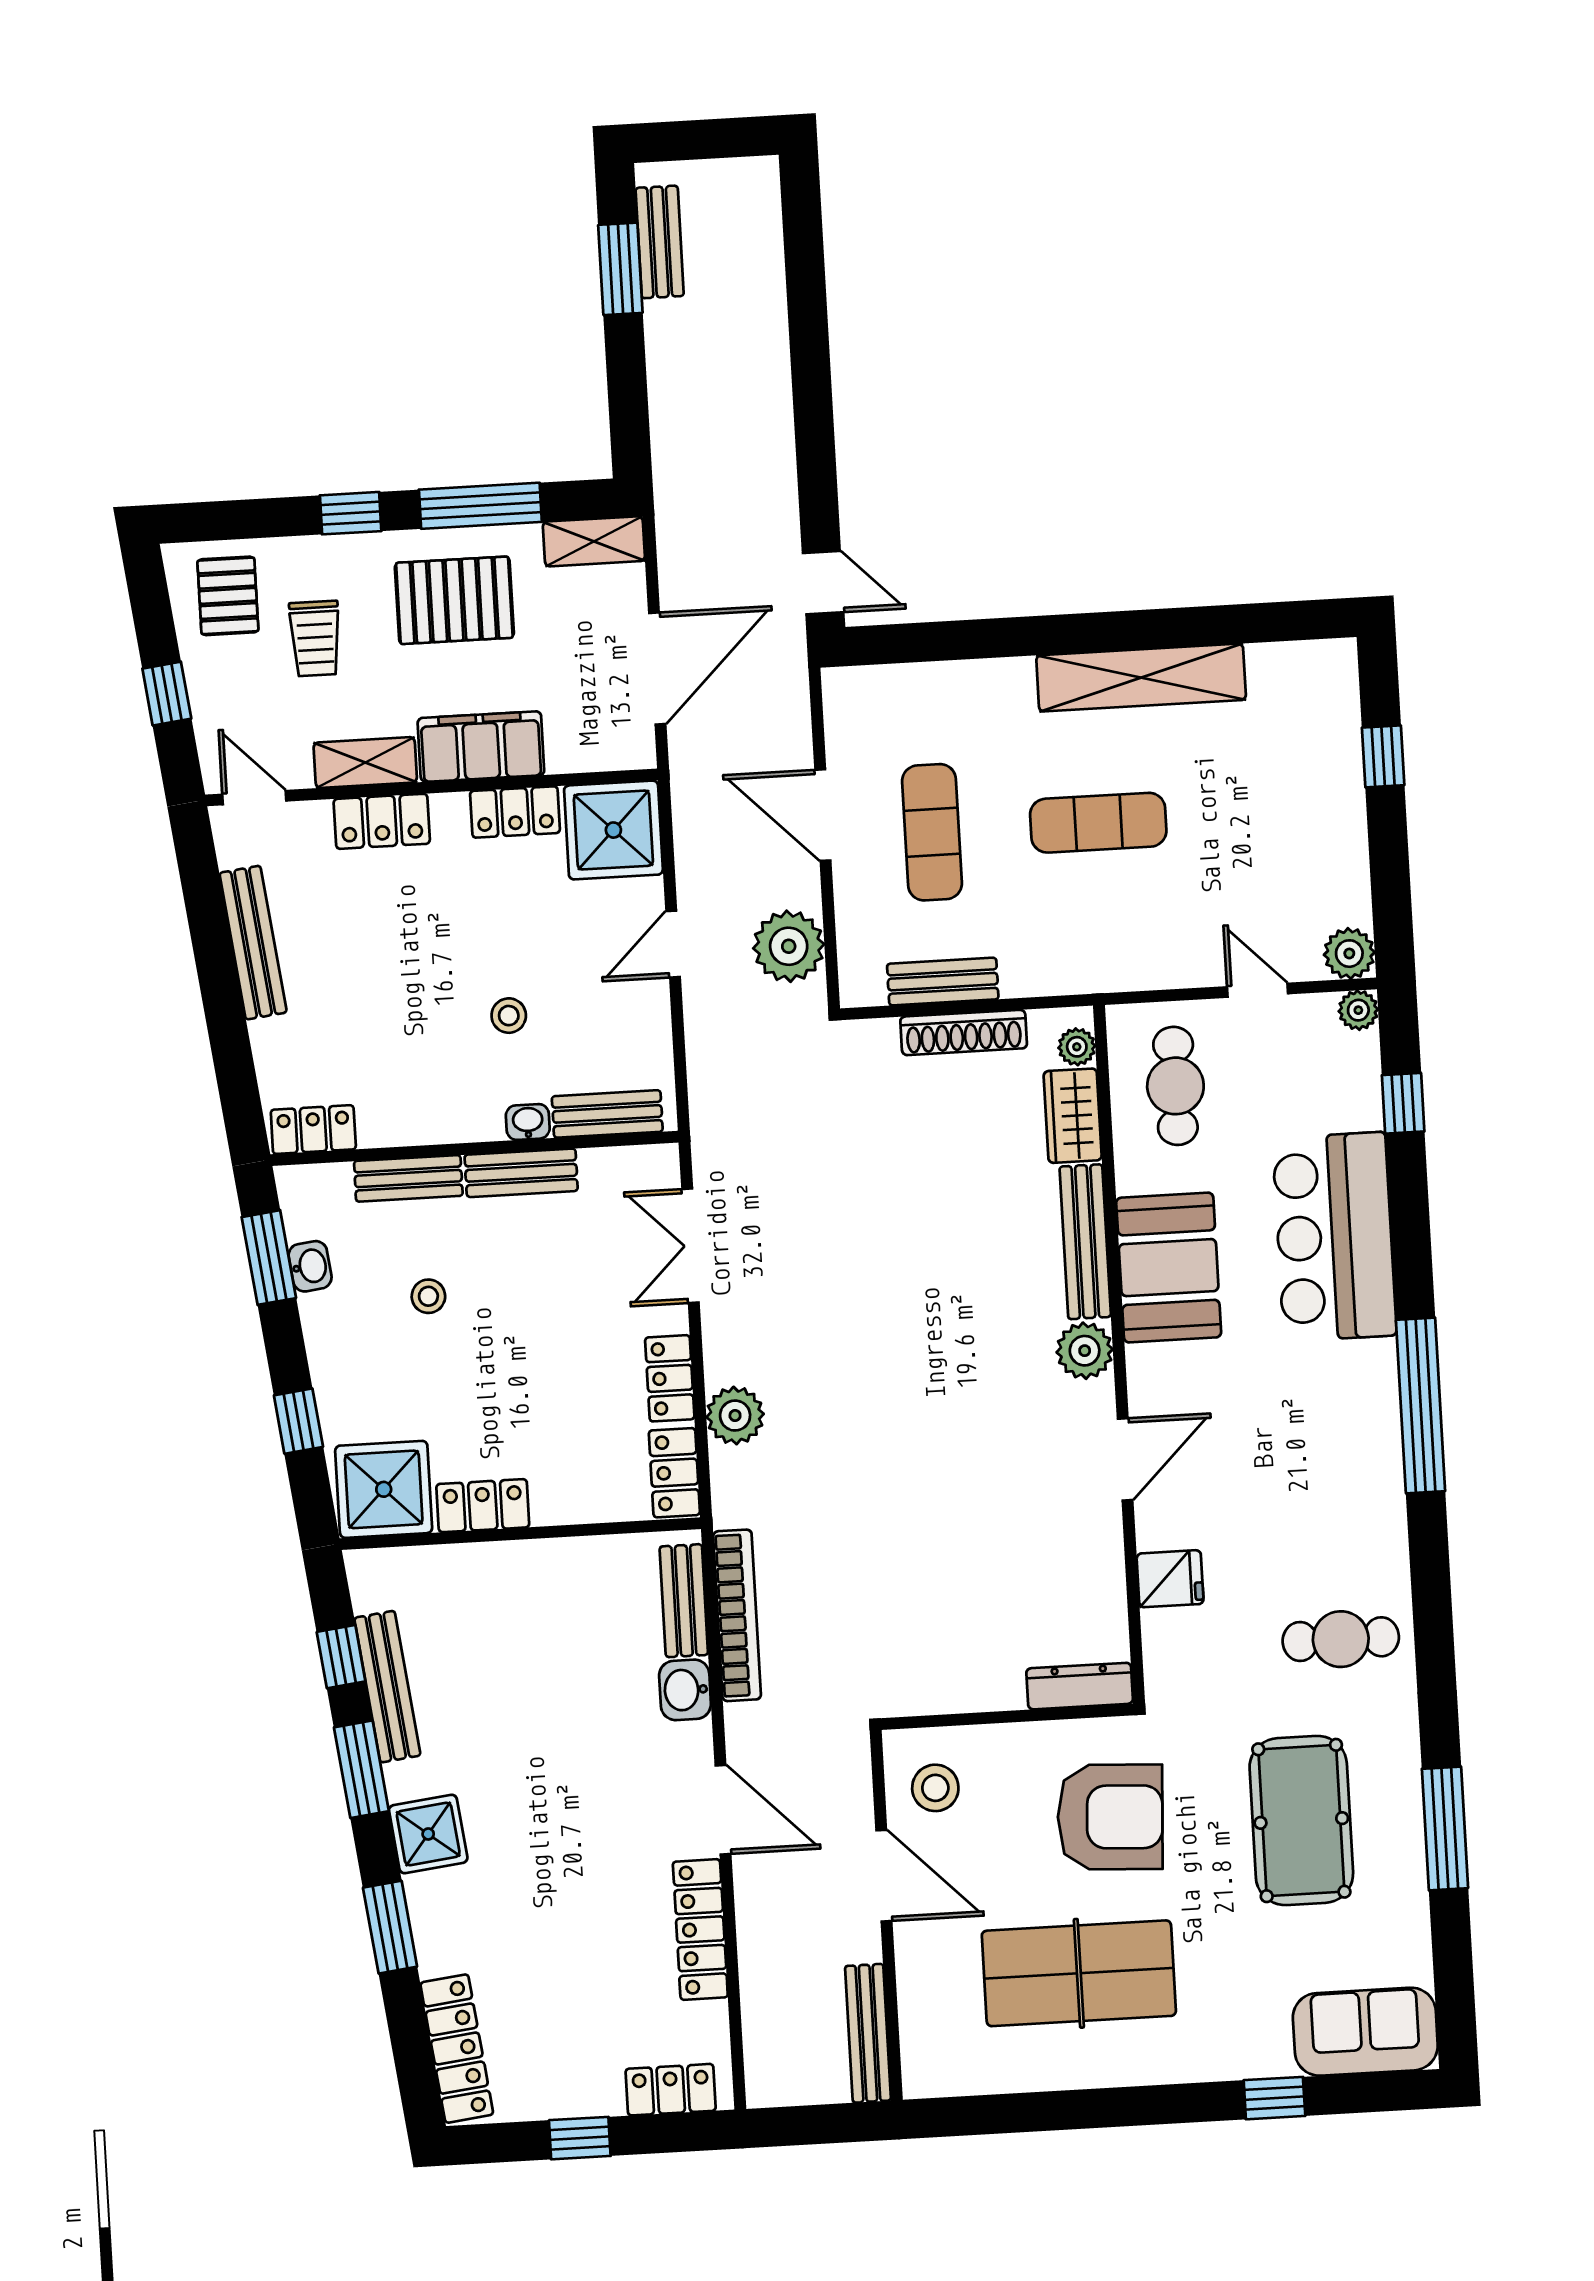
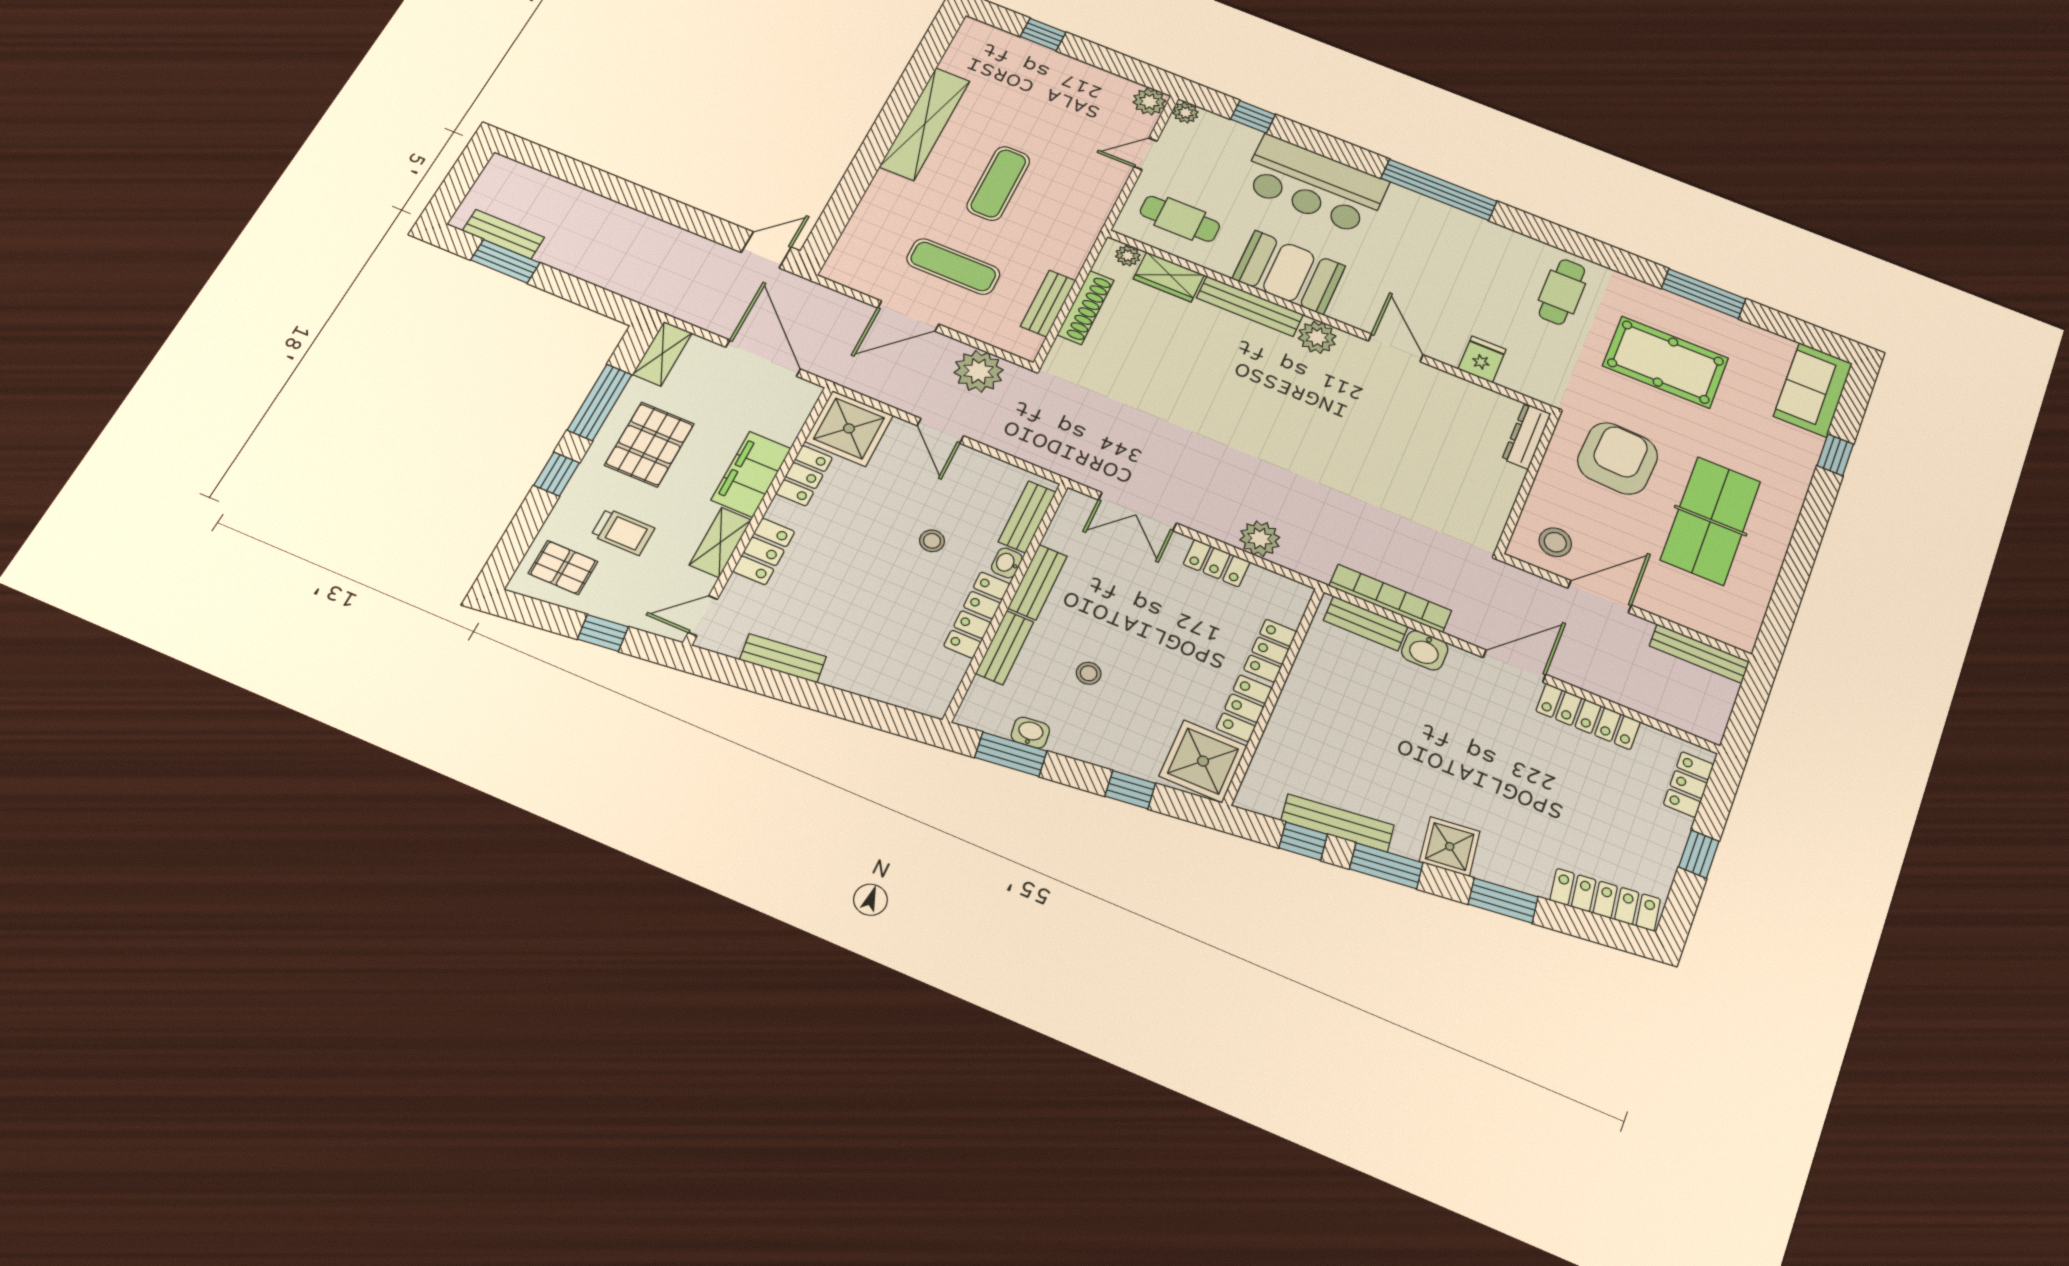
bench: (253, 943) -> (783, 658), width x0.73
locker: (313, 1130) -> (977, 615), moved, width x1.53
locker: (674, 1473) -> (1270, 651), moved, turned 90

